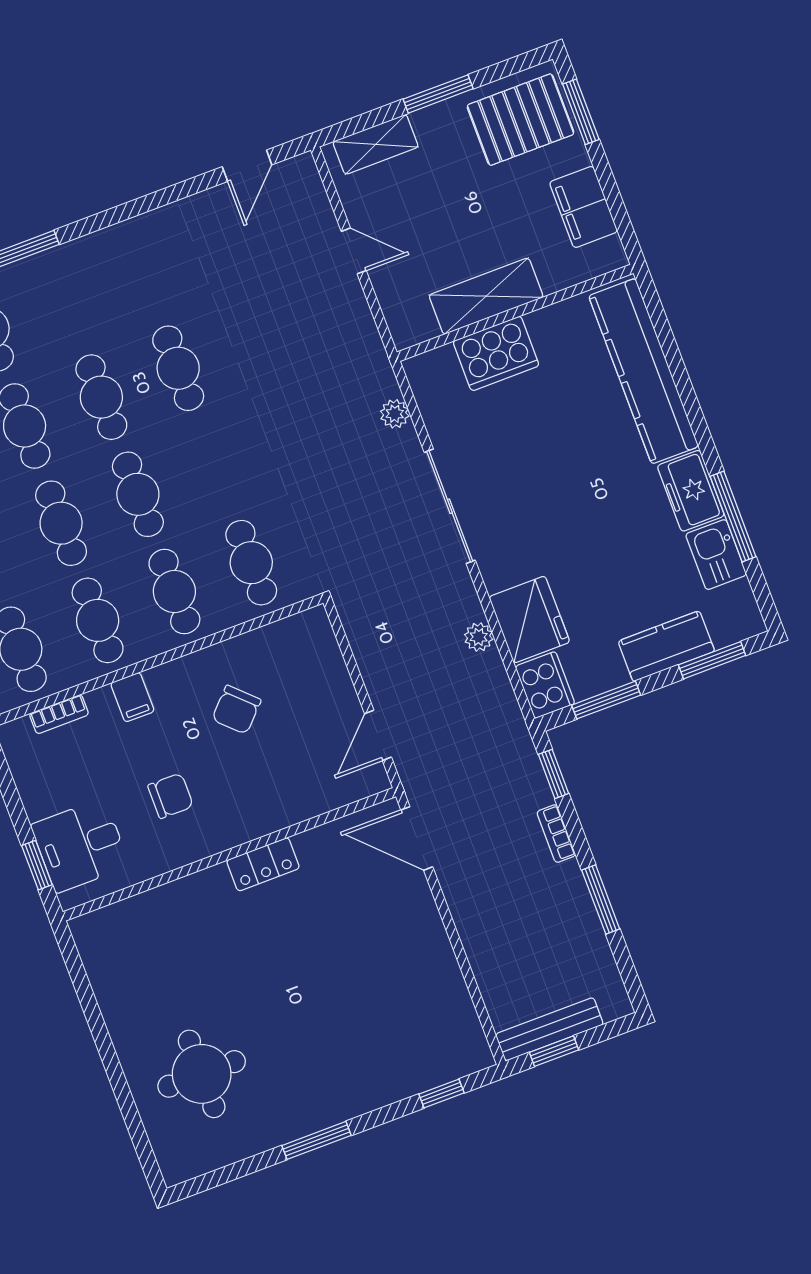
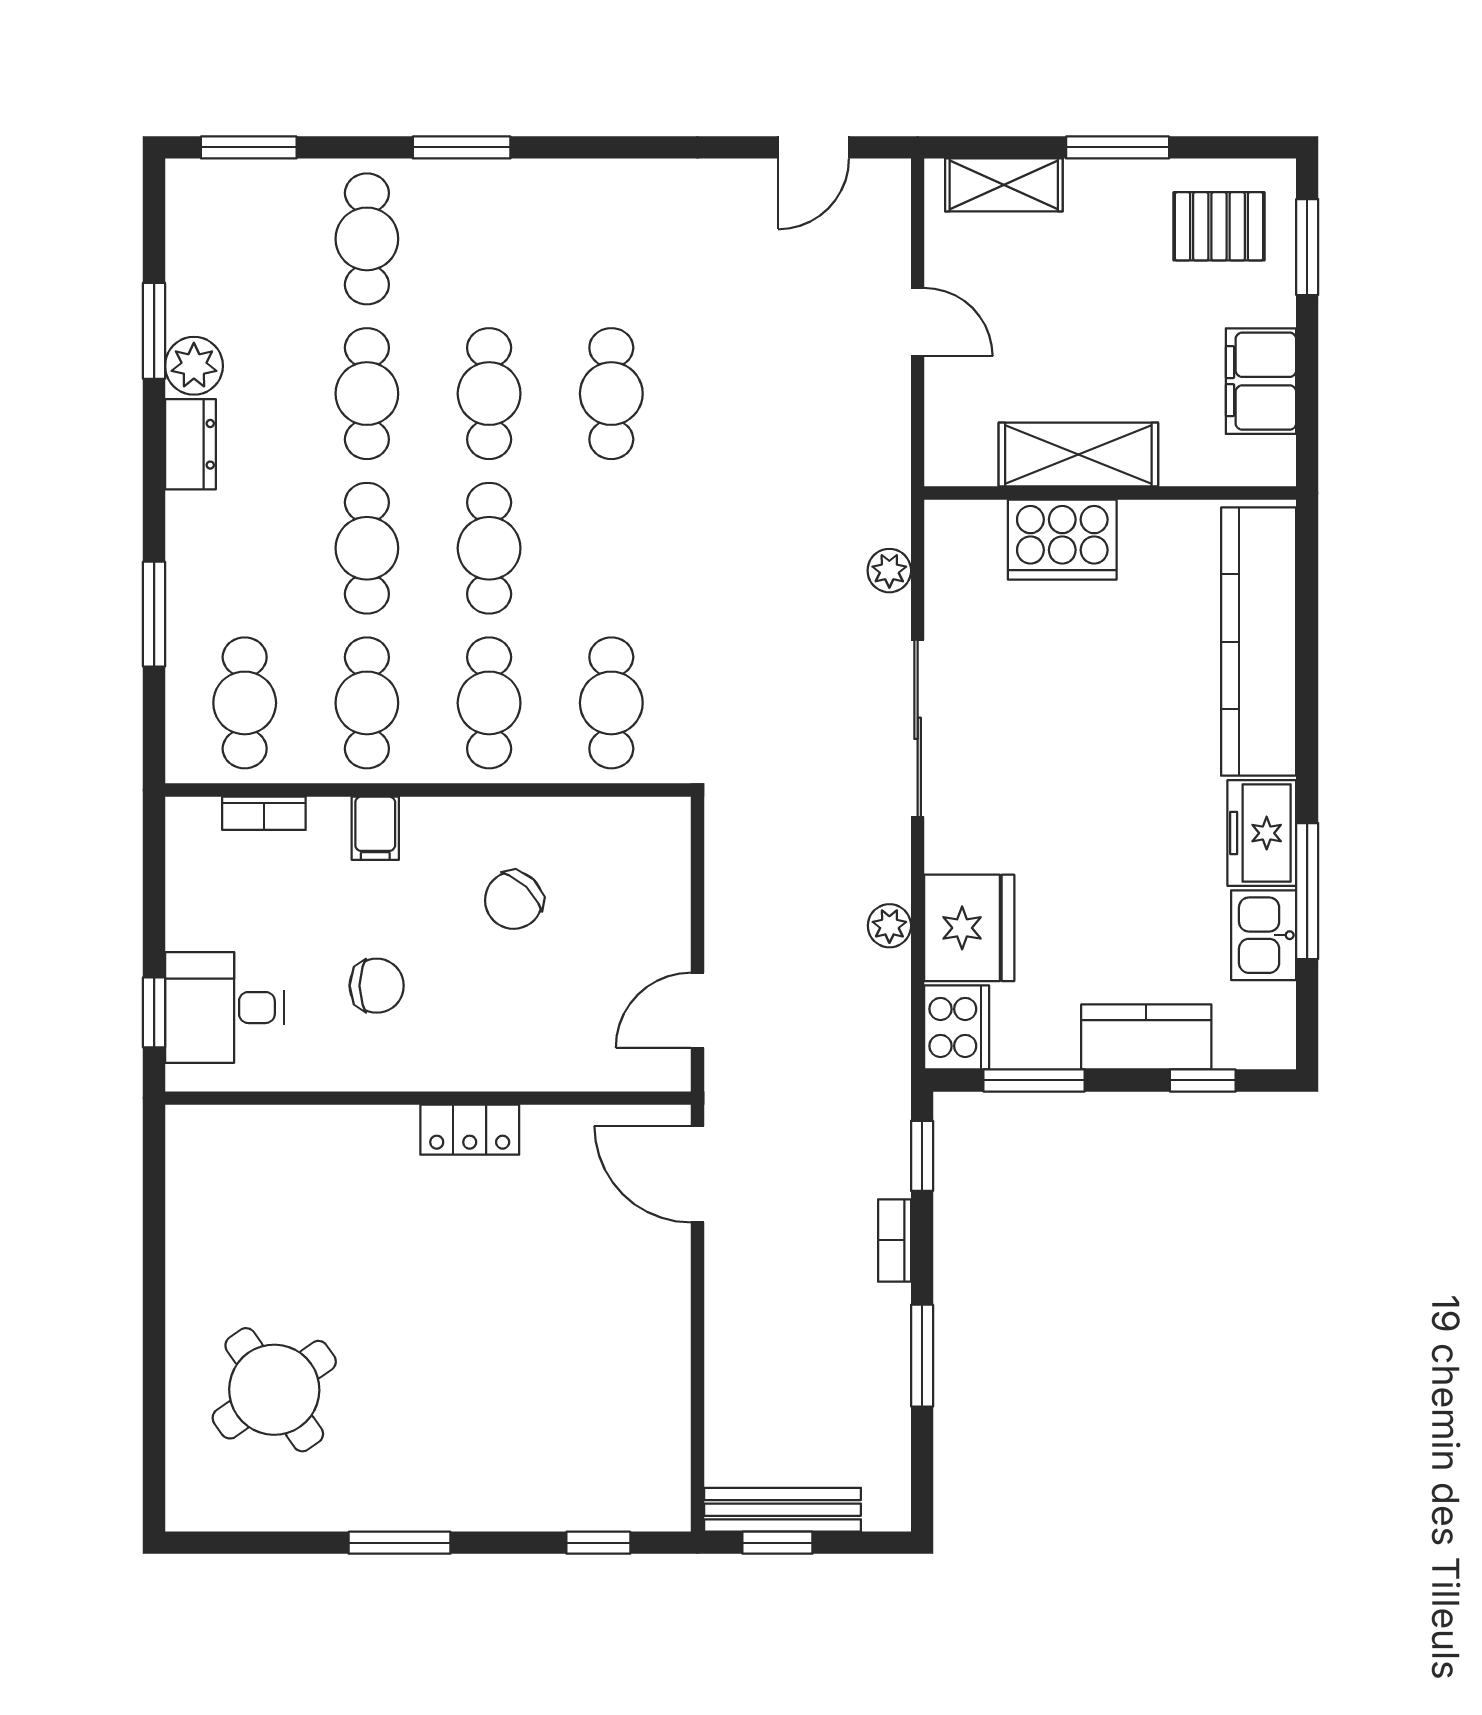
pallet: (521, 120) -> (1219, 226), width x0.67, depth x0.71
window: (712, 660) -> (1203, 1080), width x0.67
round table: (202, 1074) -> (274, 1390), turned -35

